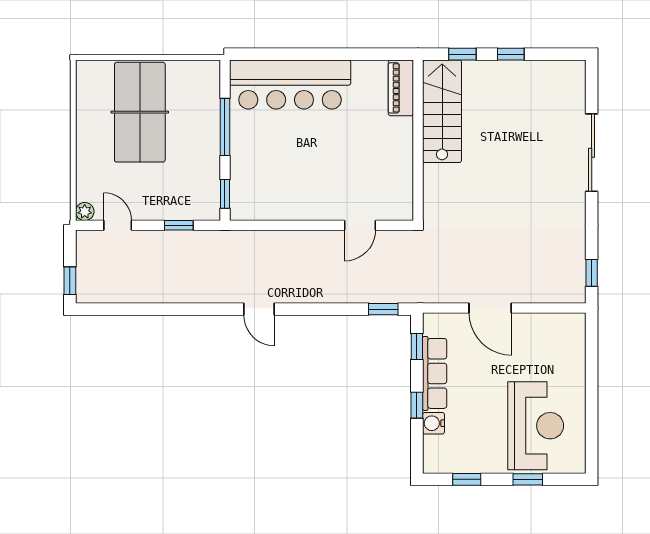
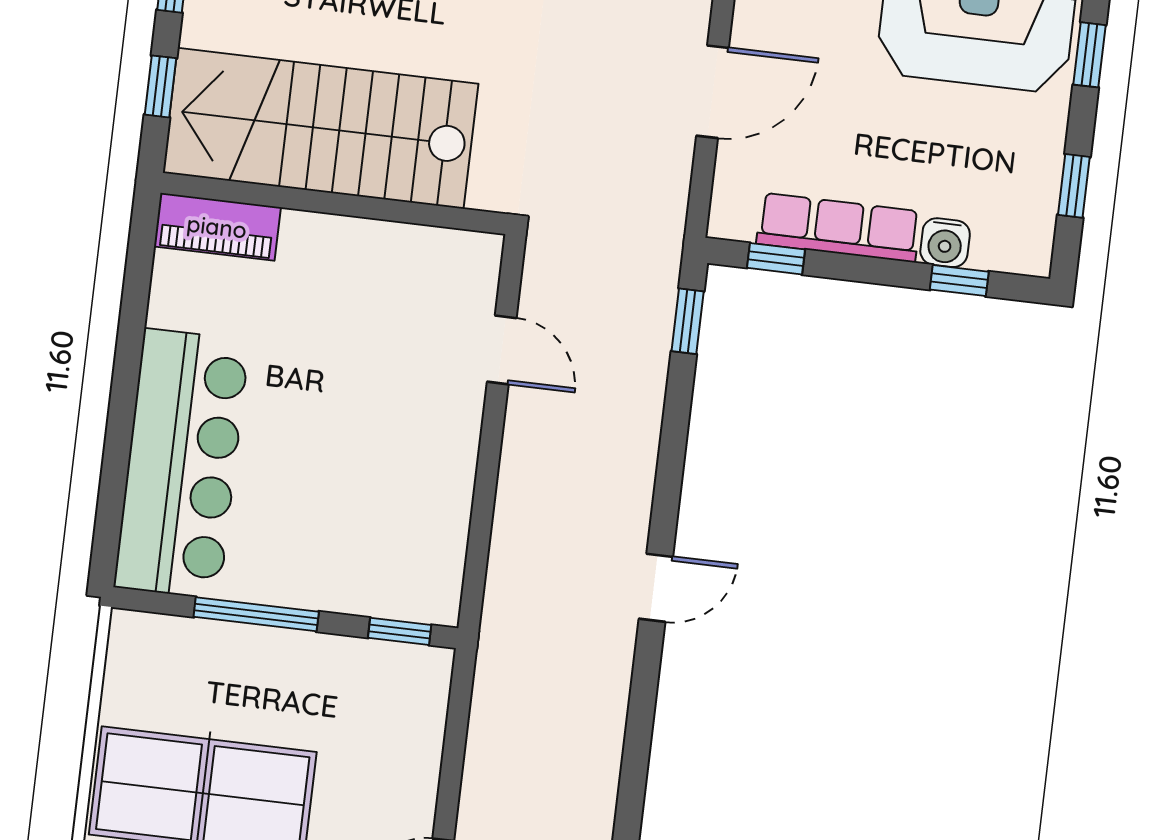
stairs: (442, 111) -> (321, 128), width x1.36, depth x1.51
window: (179, 225) -> (455, 739), removed
window: (417, 405) -> (959, 281), moved

